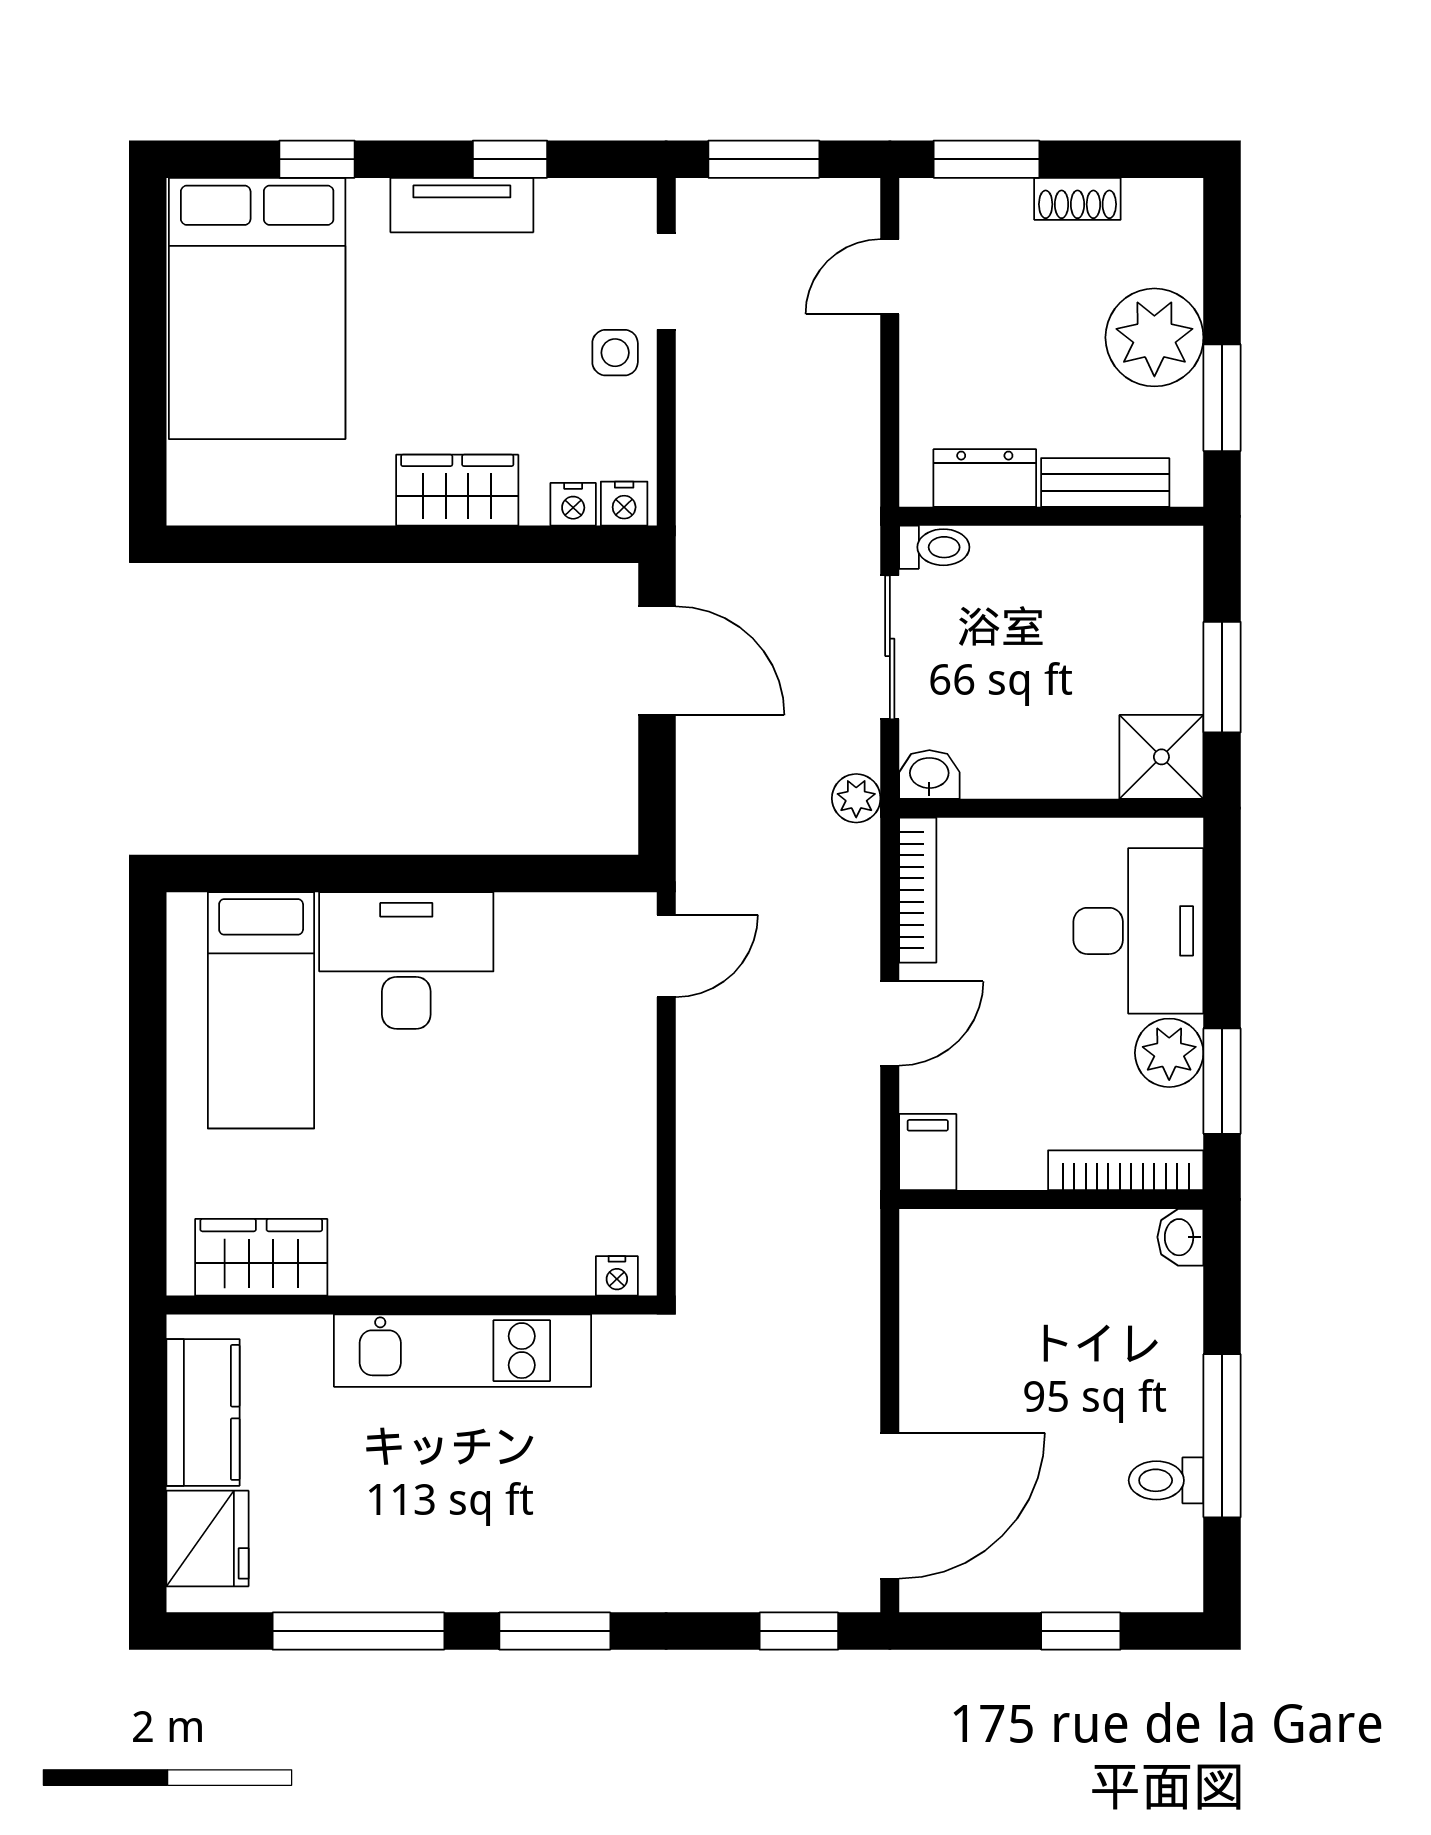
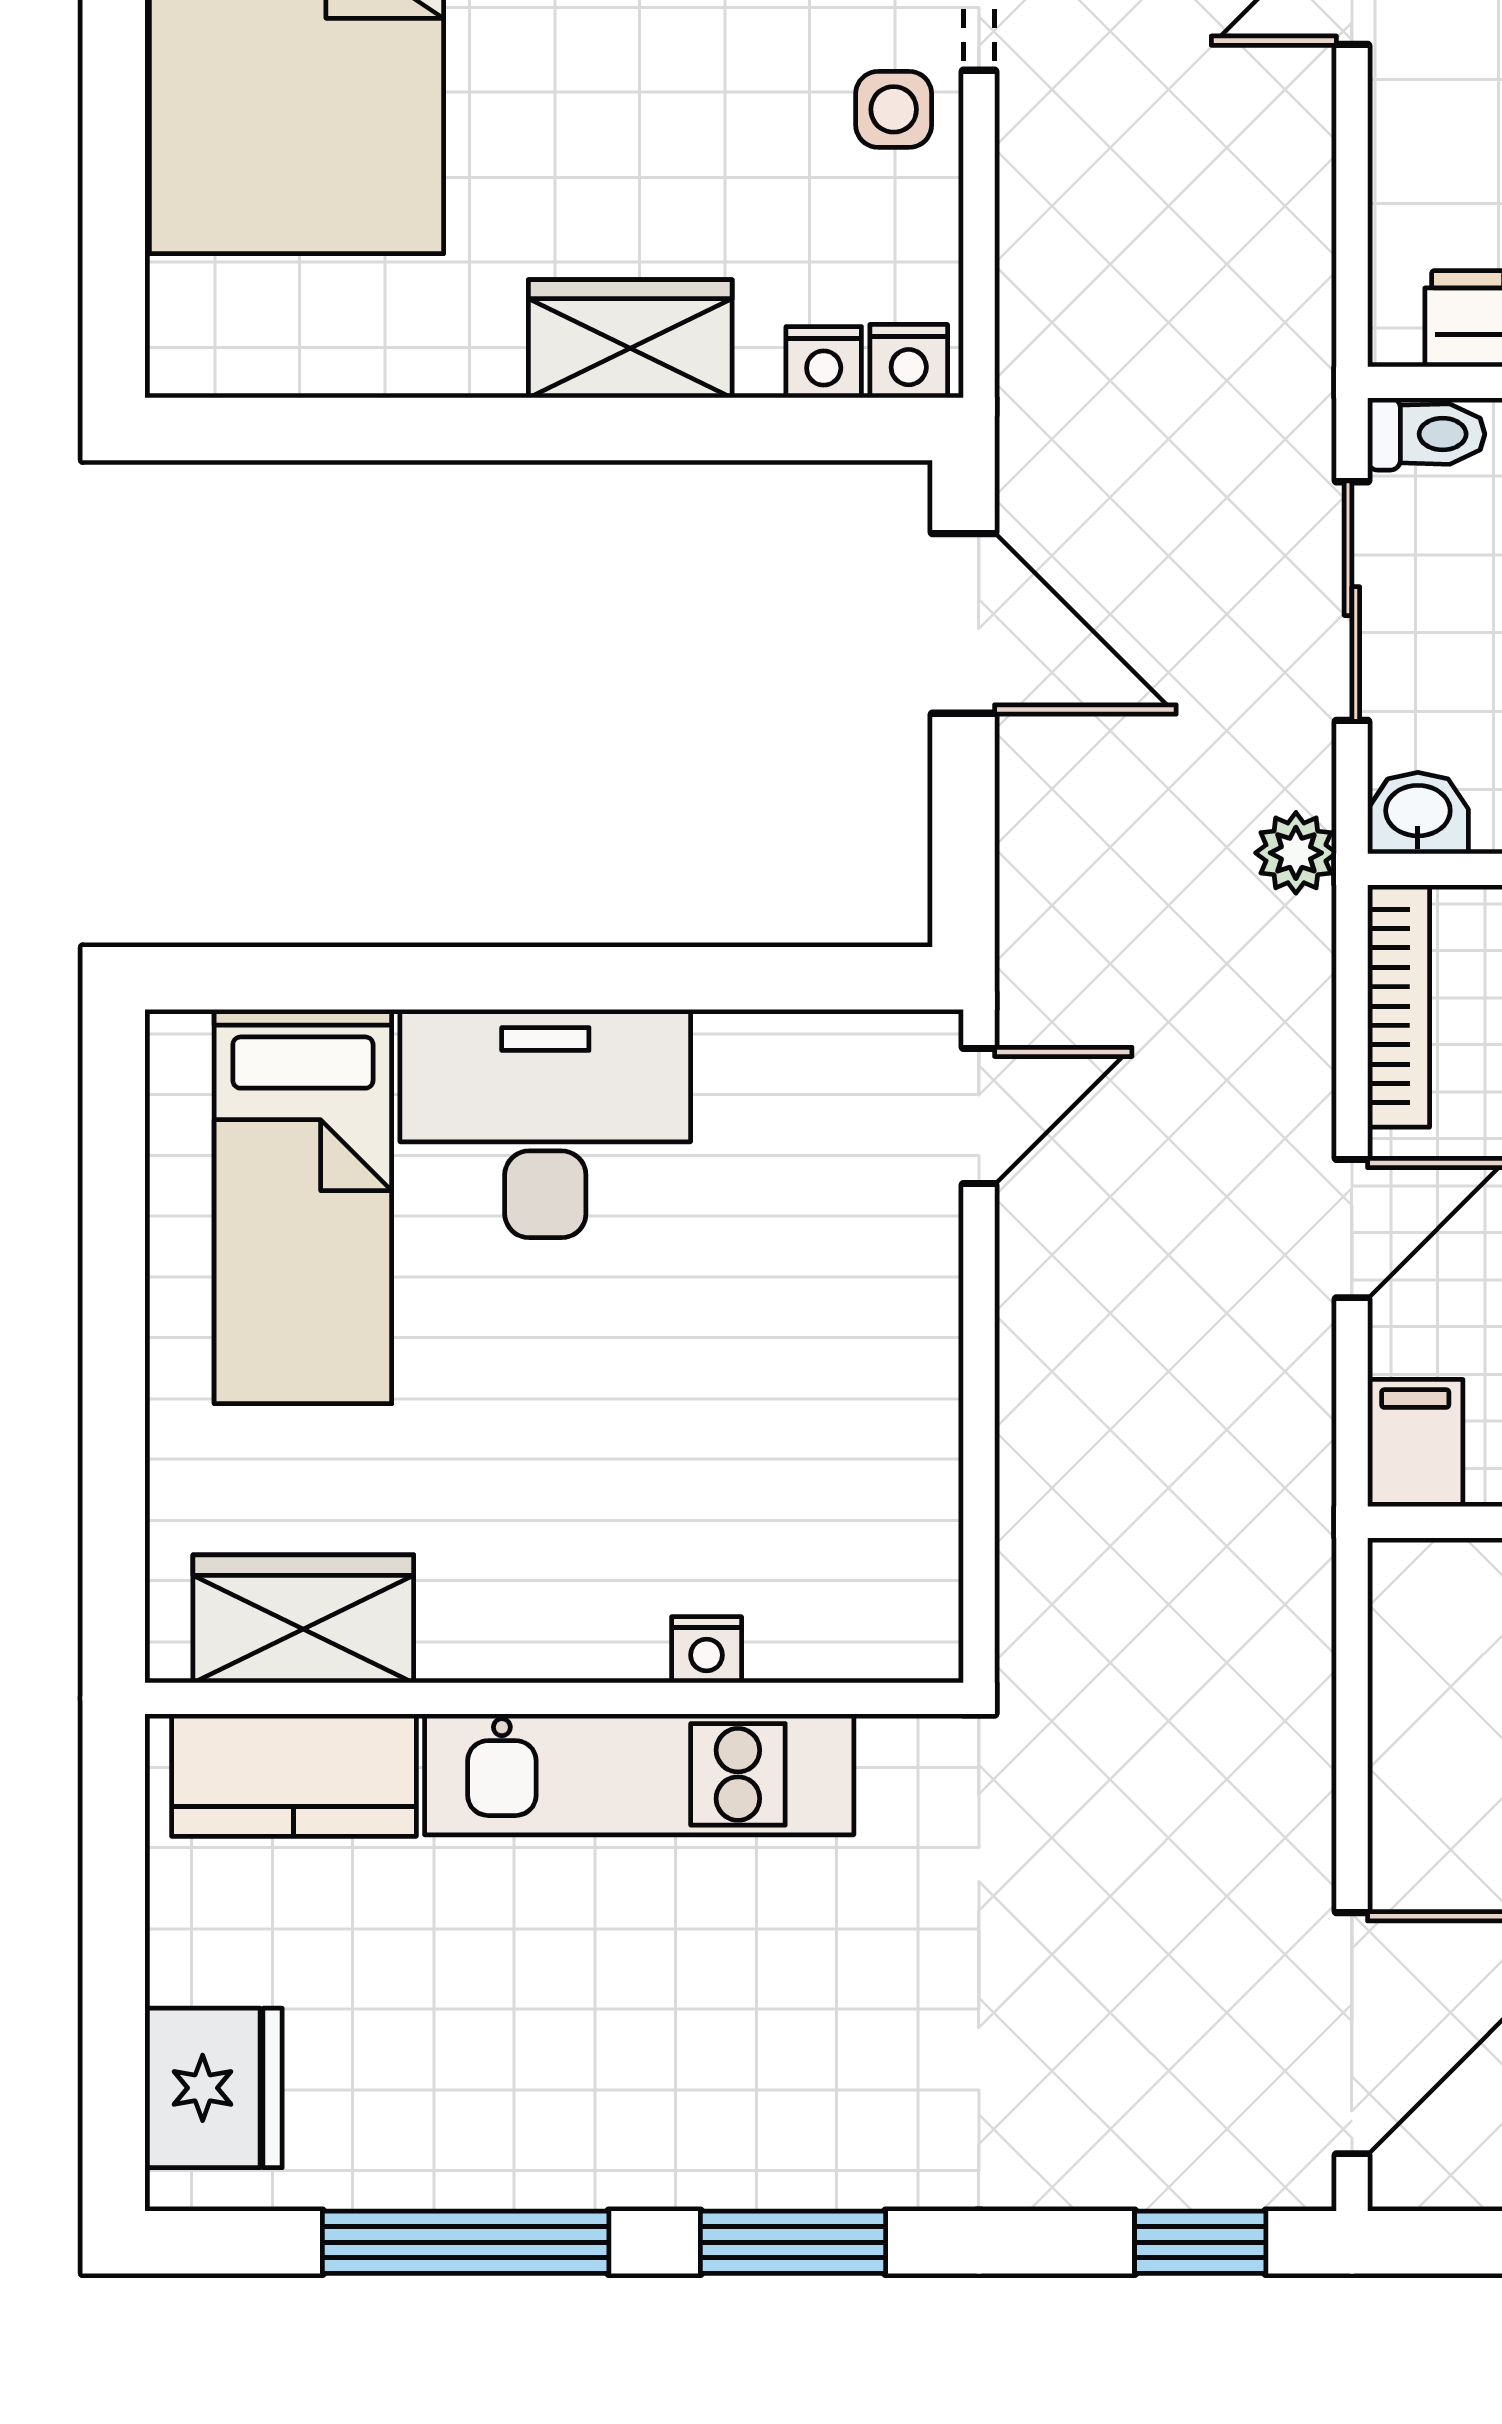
nightstand: (617, 1276) -> (707, 1650), moved
kitchen counter: (203, 1412) -> (294, 1775), moved, turned 90

